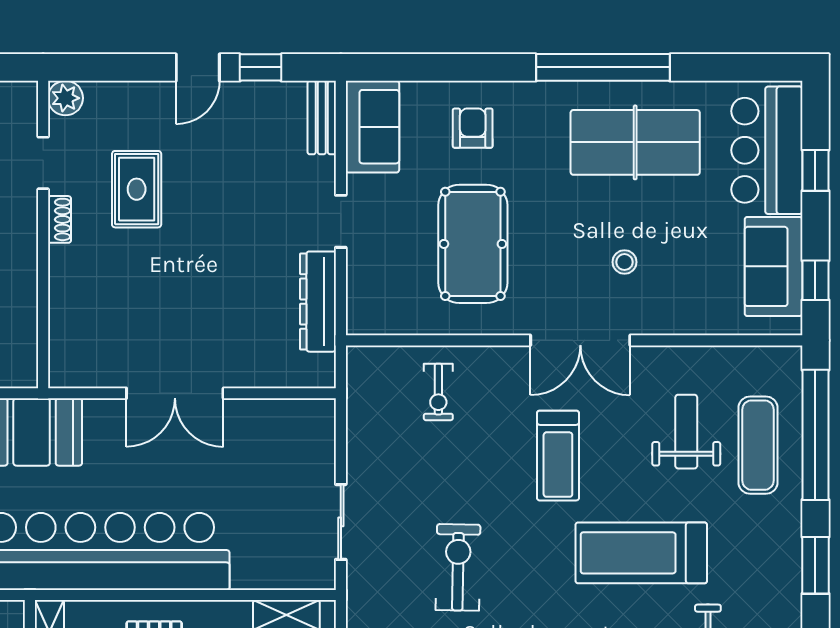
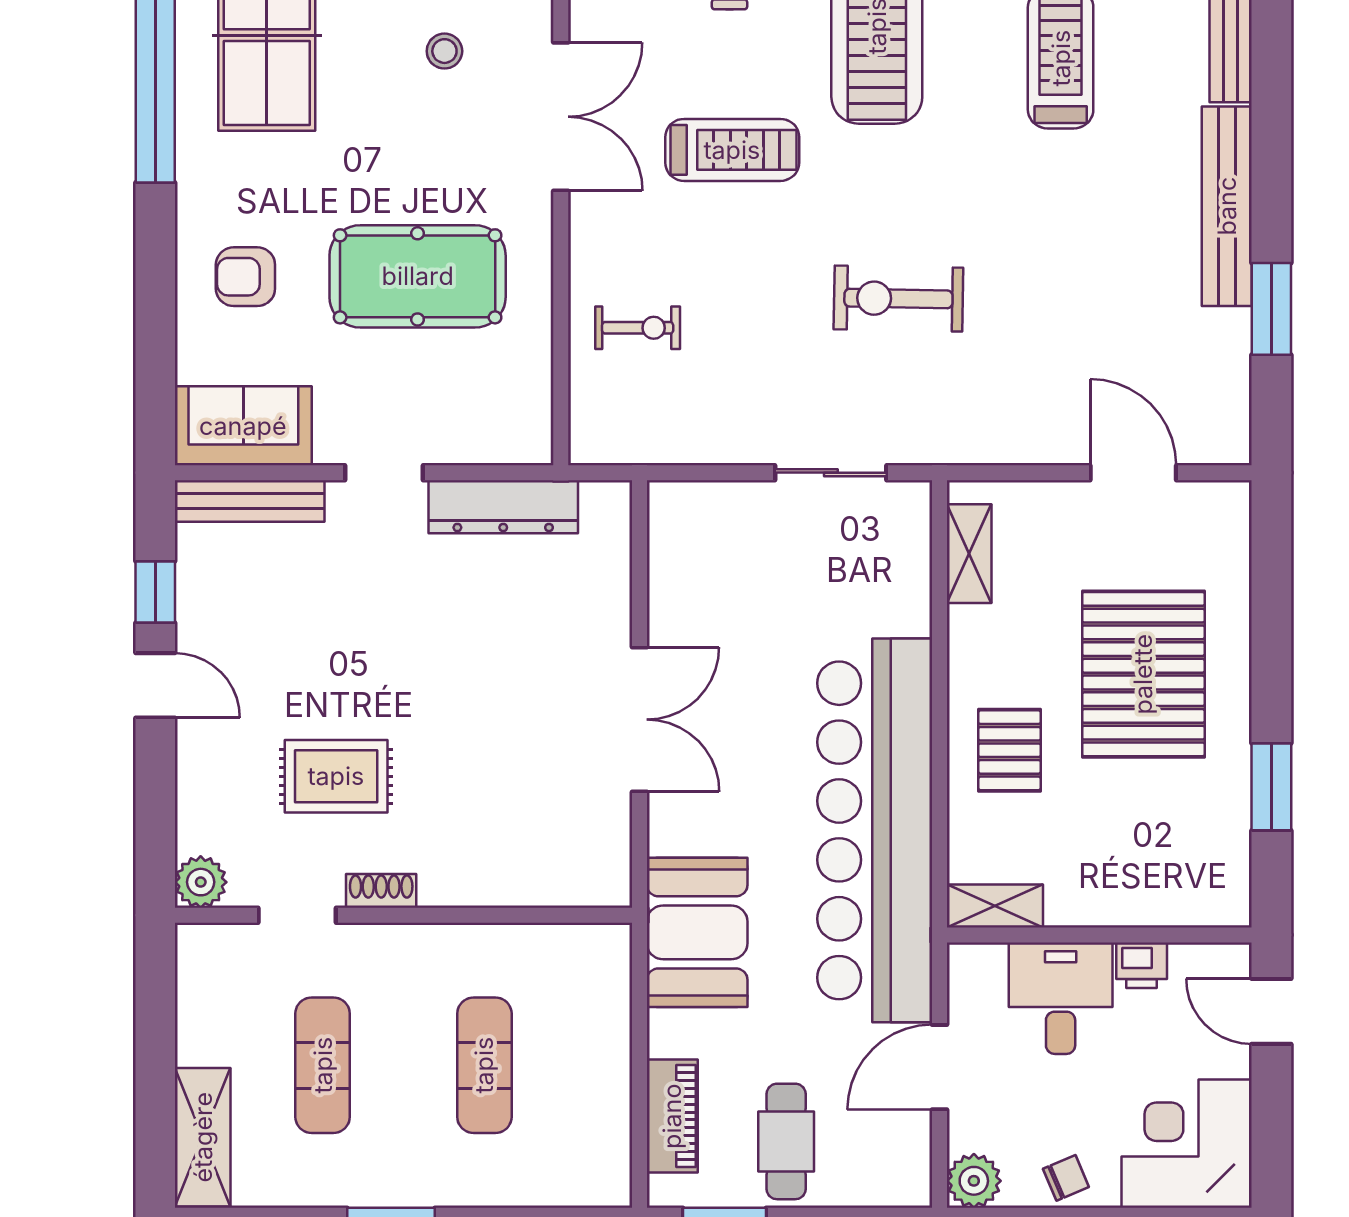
bench: (322, 118) -> (250, 501), width x1.36

